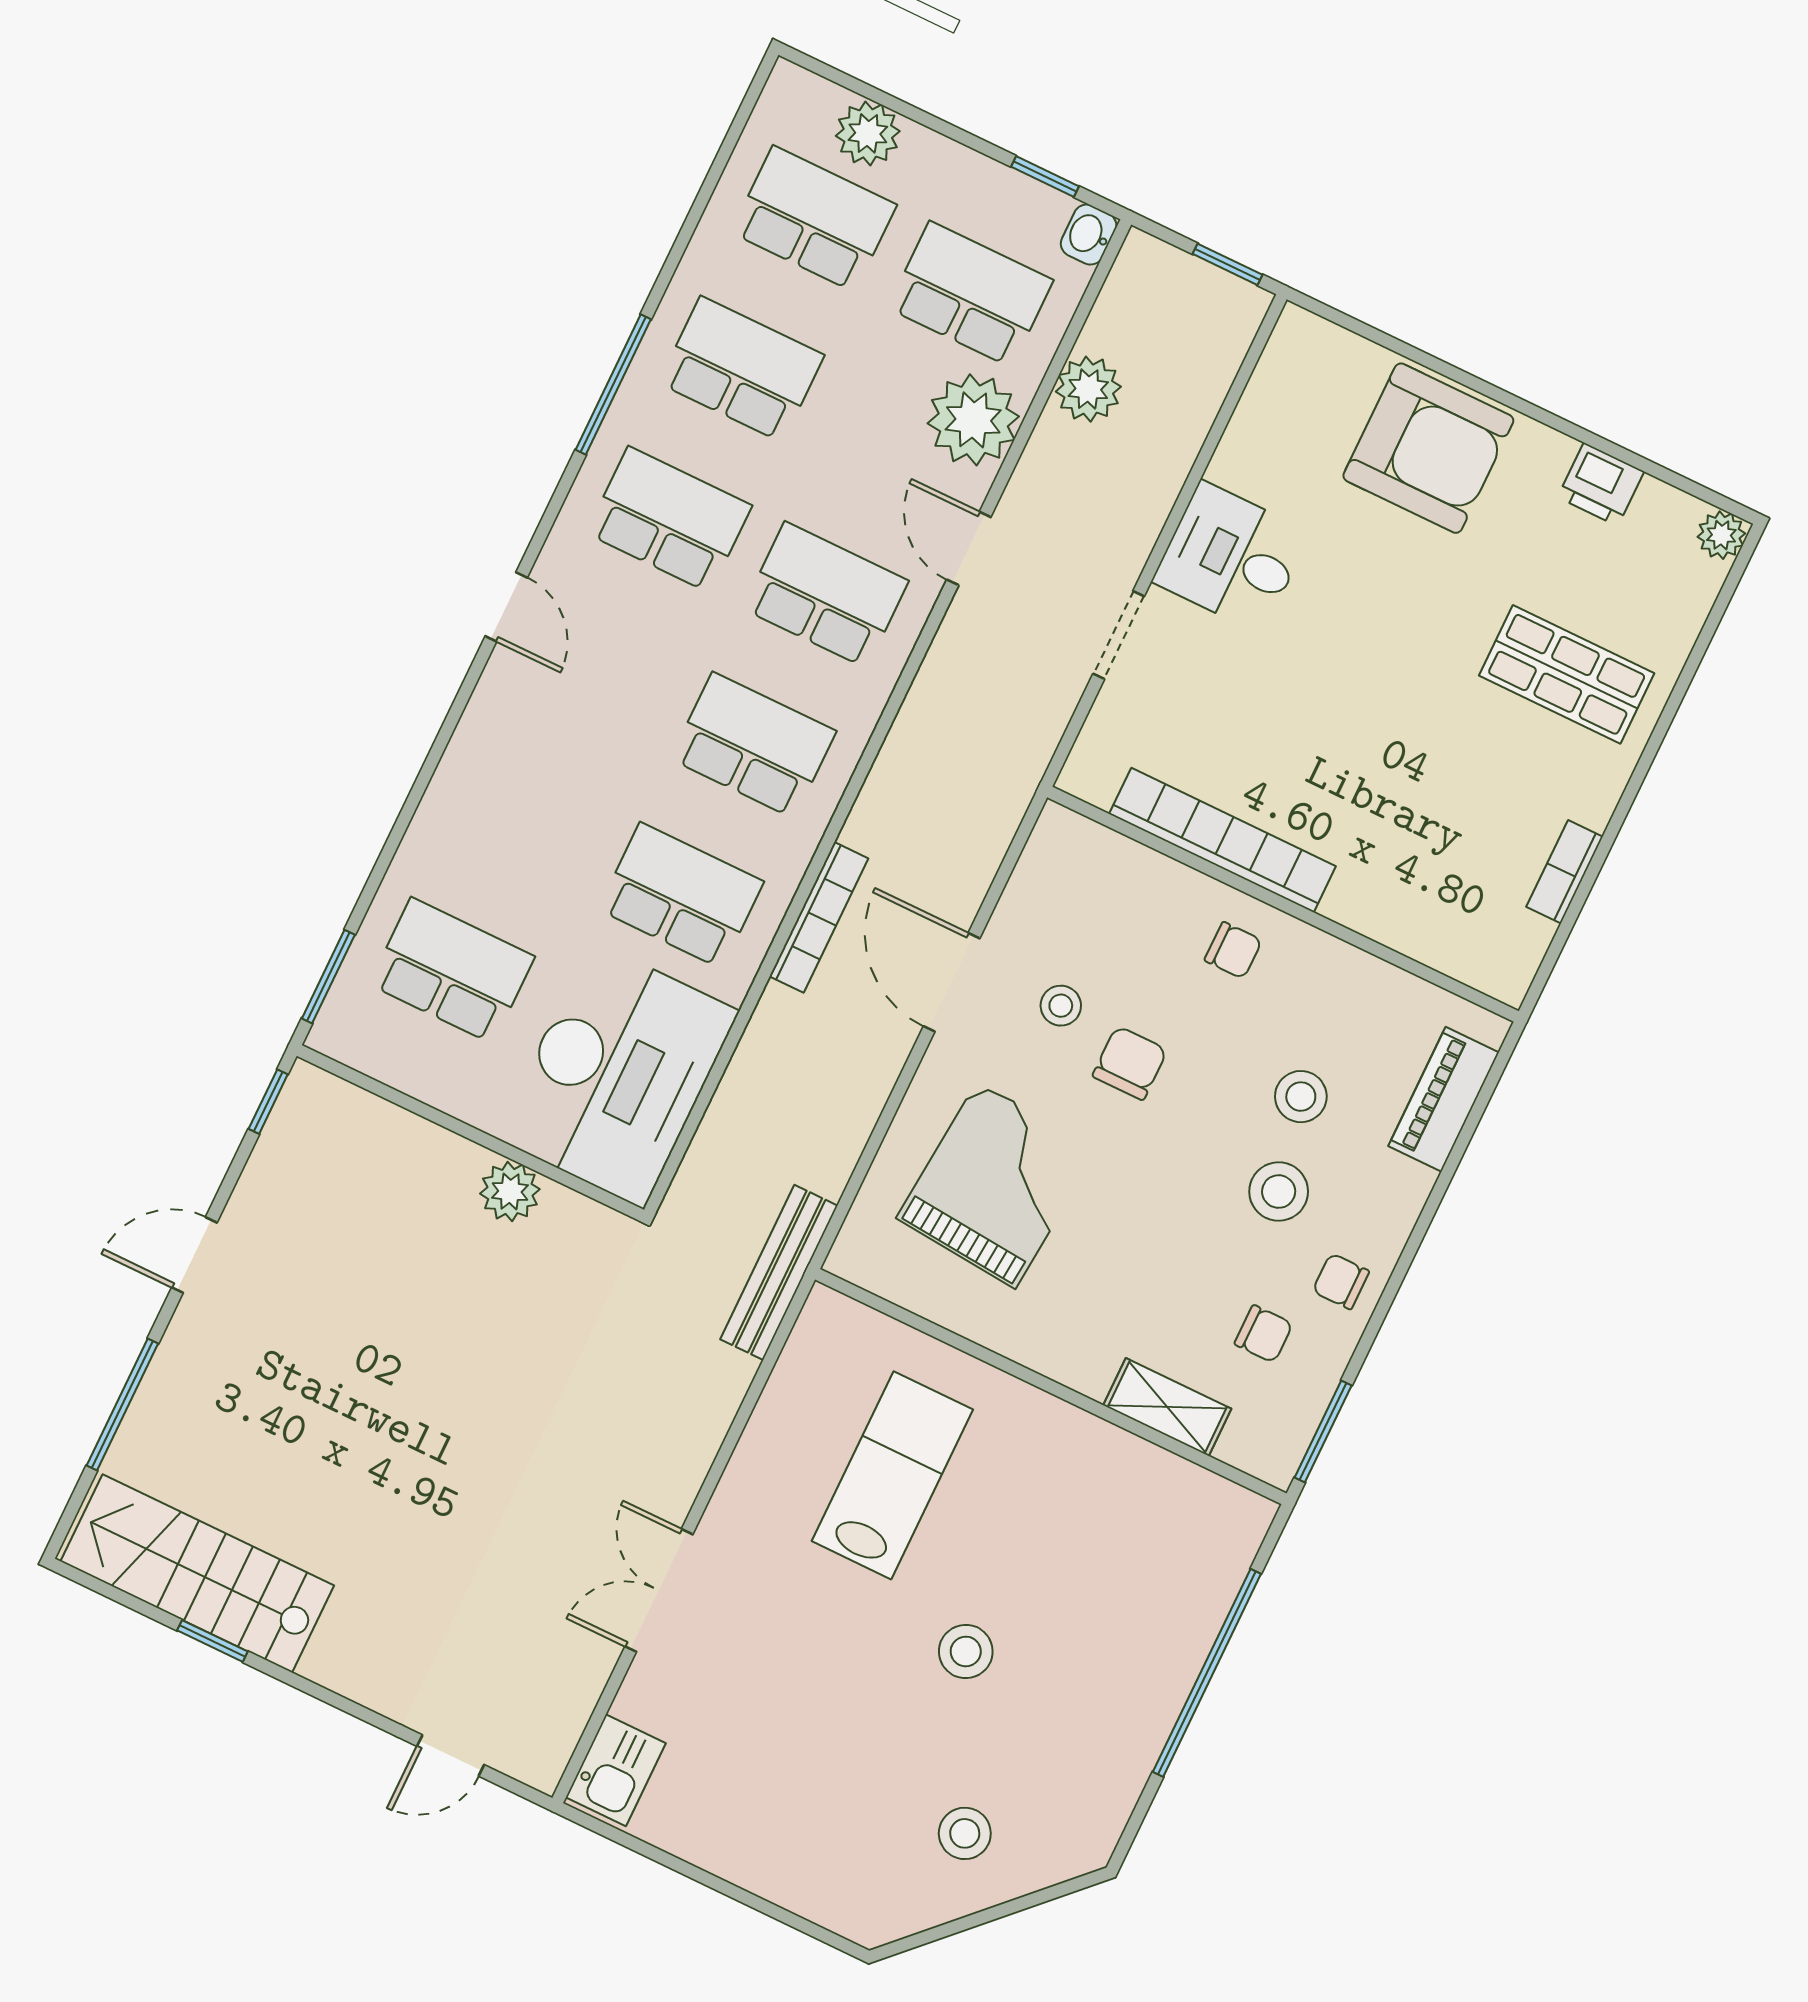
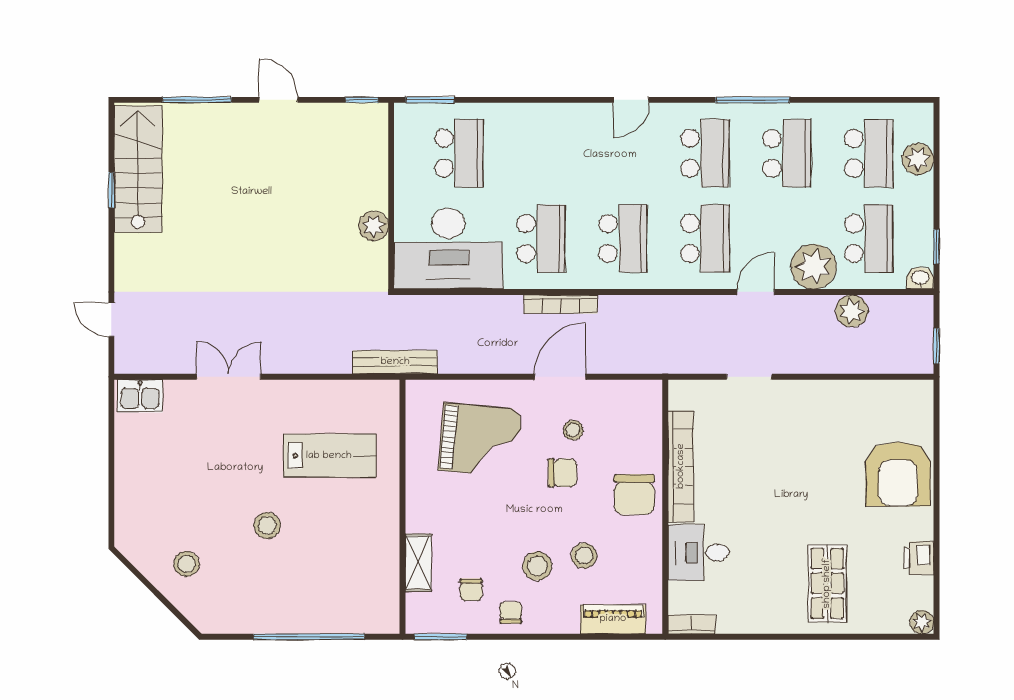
desk: (1231, 557) -> (698, 553), moved, turned -90
bookcase: (1565, 872) -> (692, 624), moved
chair: (1233, 950) -> (634, 495), width x1.87, depth x1.87

